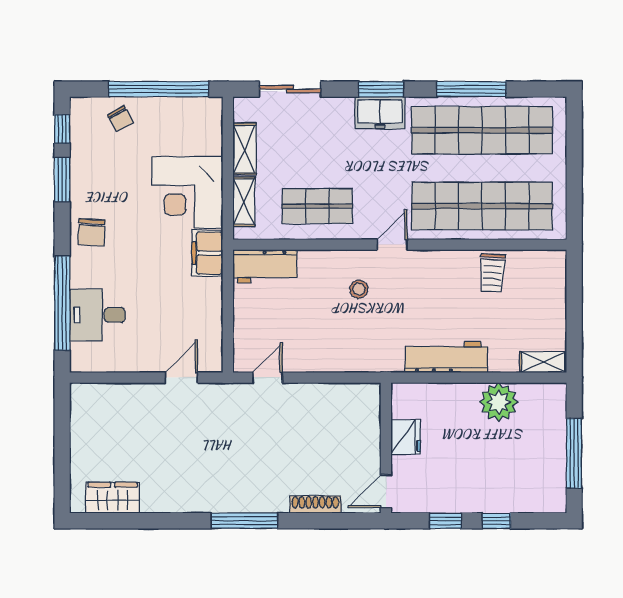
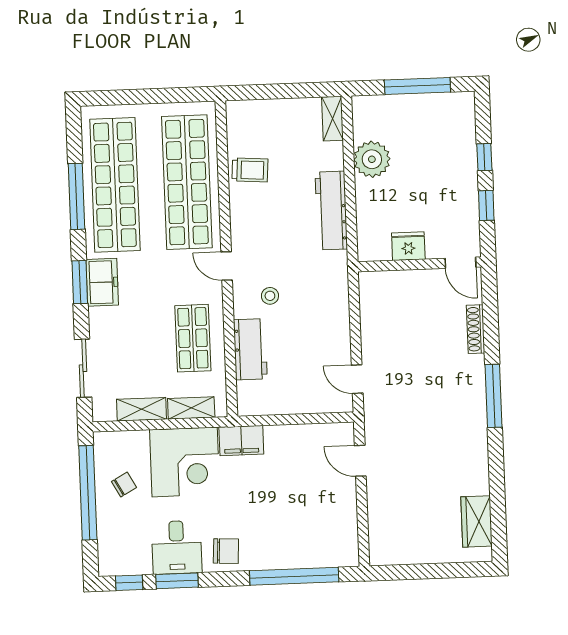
chair: (120, 119) -> (124, 484), moved
workbench: (265, 266) -> (250, 349), moved
desk: (97, 315) -> (177, 547), moved

